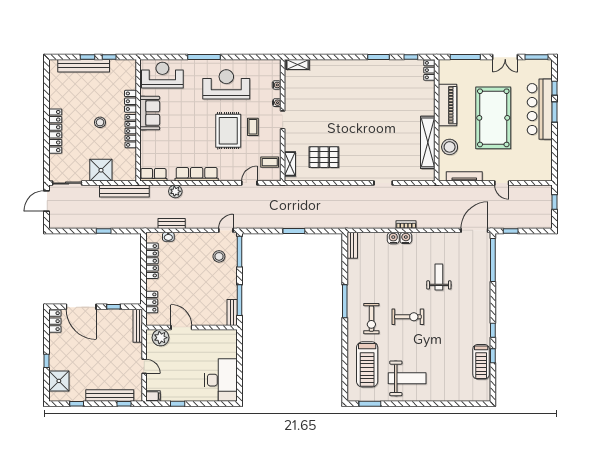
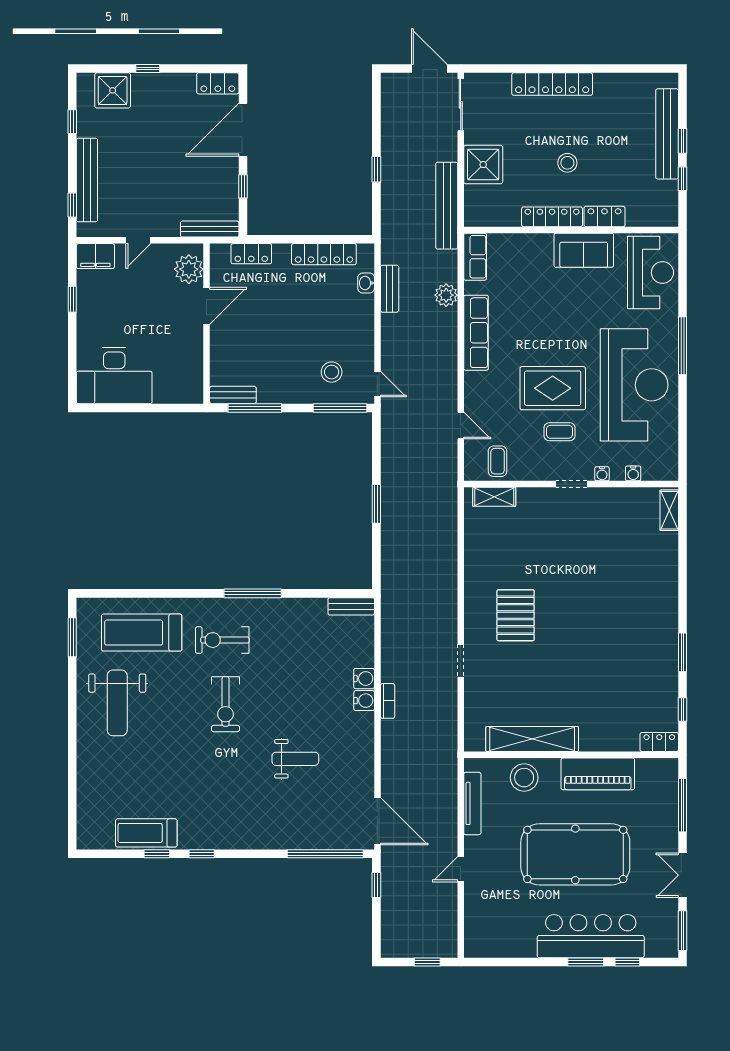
reception desk: (226, 84) -> (634, 385), width x1.36, depth x1.30
pallet: (324, 157) -> (516, 615), moved
filing cabinet: (153, 396) -> (95, 256), width x2.00

